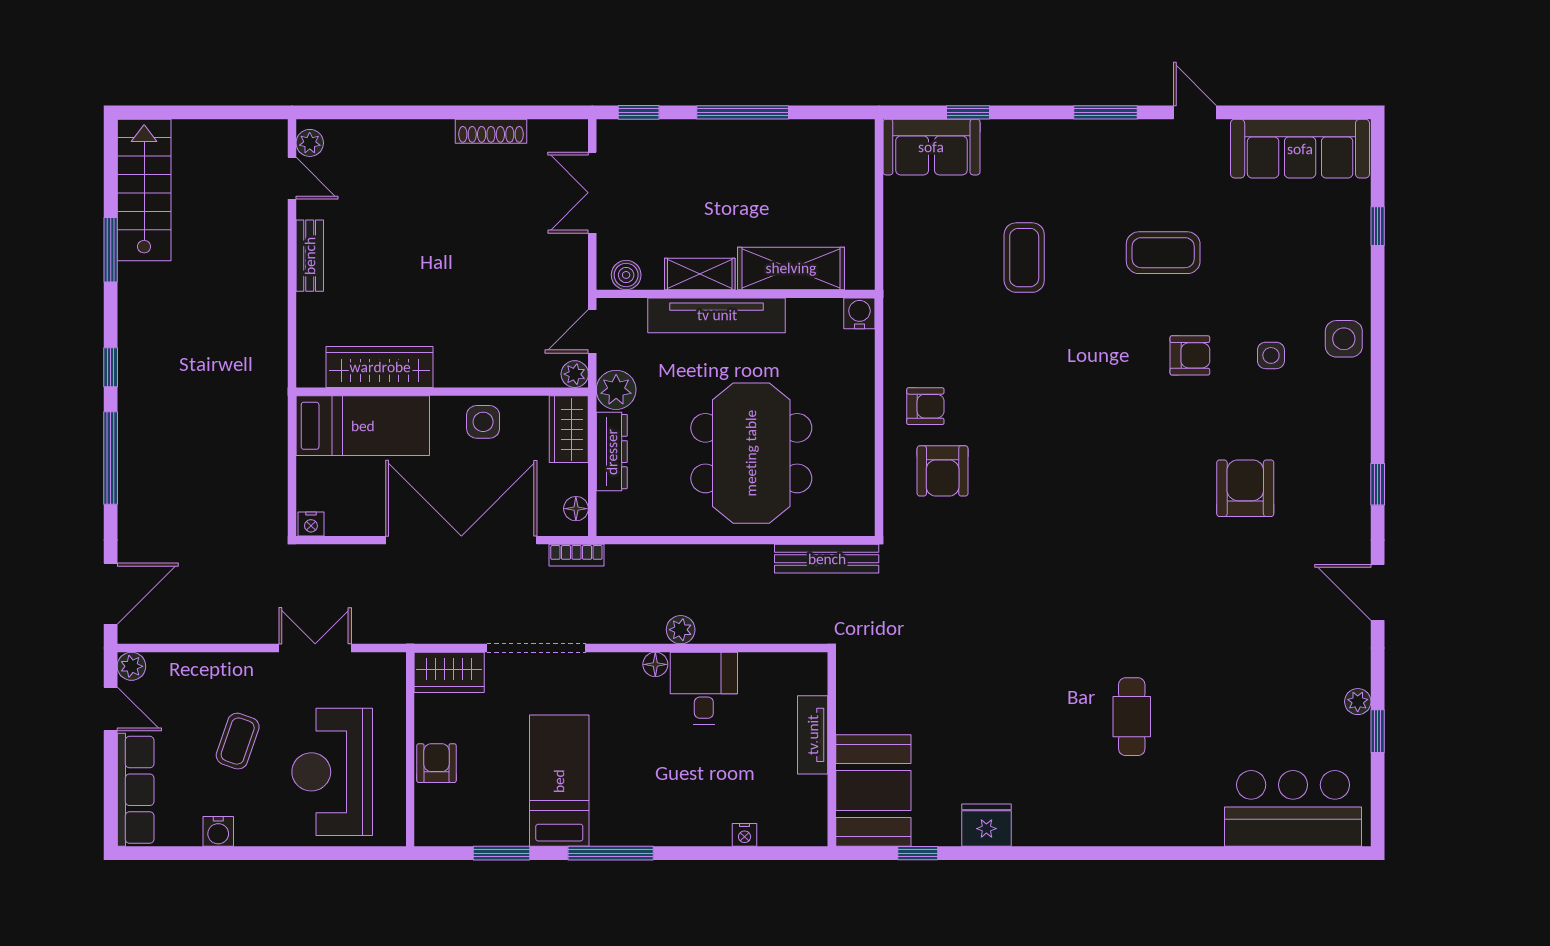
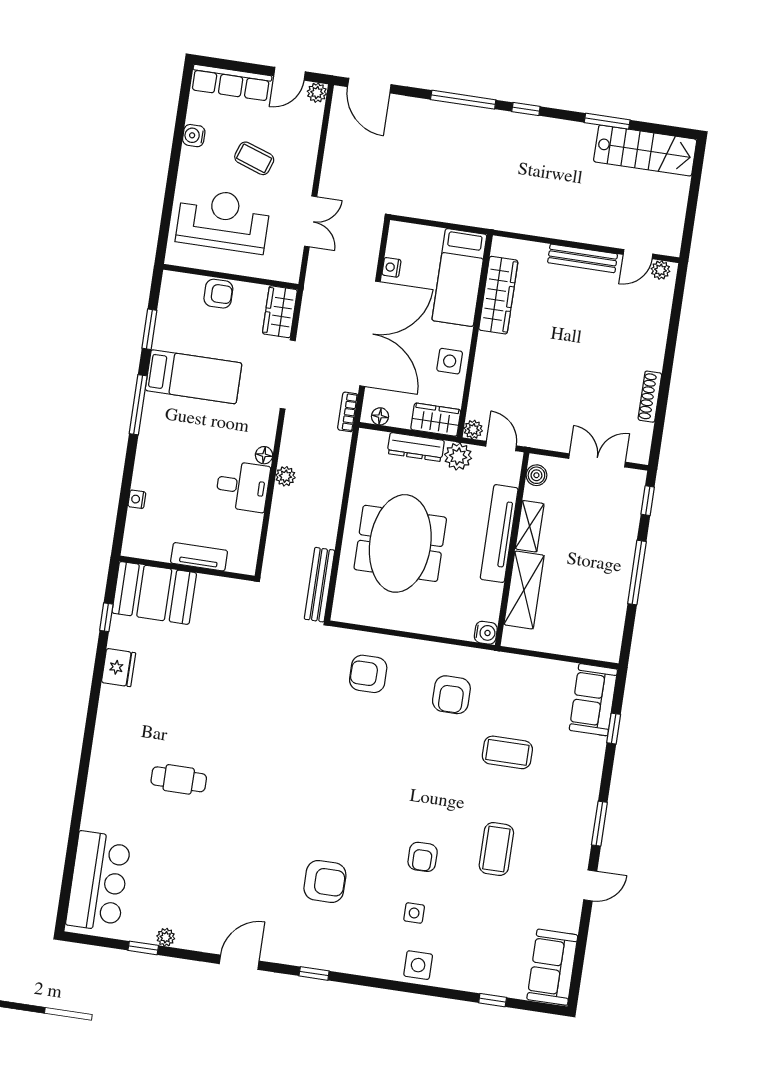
sofa: (1300, 149) -> (552, 967), width x0.73
bench: (310, 256) -> (583, 258), width x1.36
armchair: (925, 406) -> (451, 695), moved, width x1.38, depth x1.38
meeting table: (751, 453) -> (400, 543), turned 90
nightstand: (311, 524) -> (391, 267), moved

